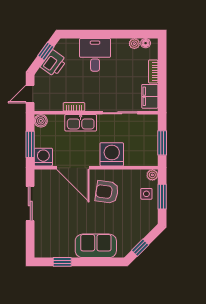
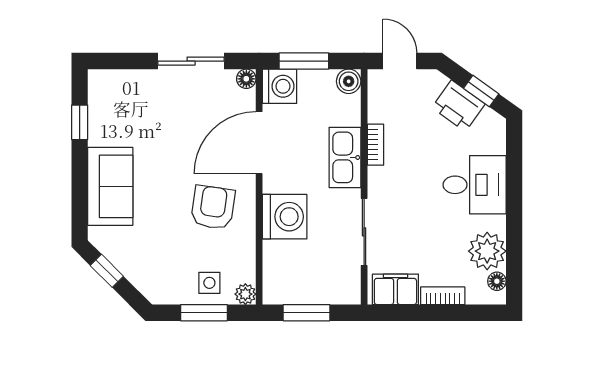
plant: (134, 44) -> (487, 251), width x1.88, depth x1.88
floor lamp: (39, 174) -> (246, 79), added

